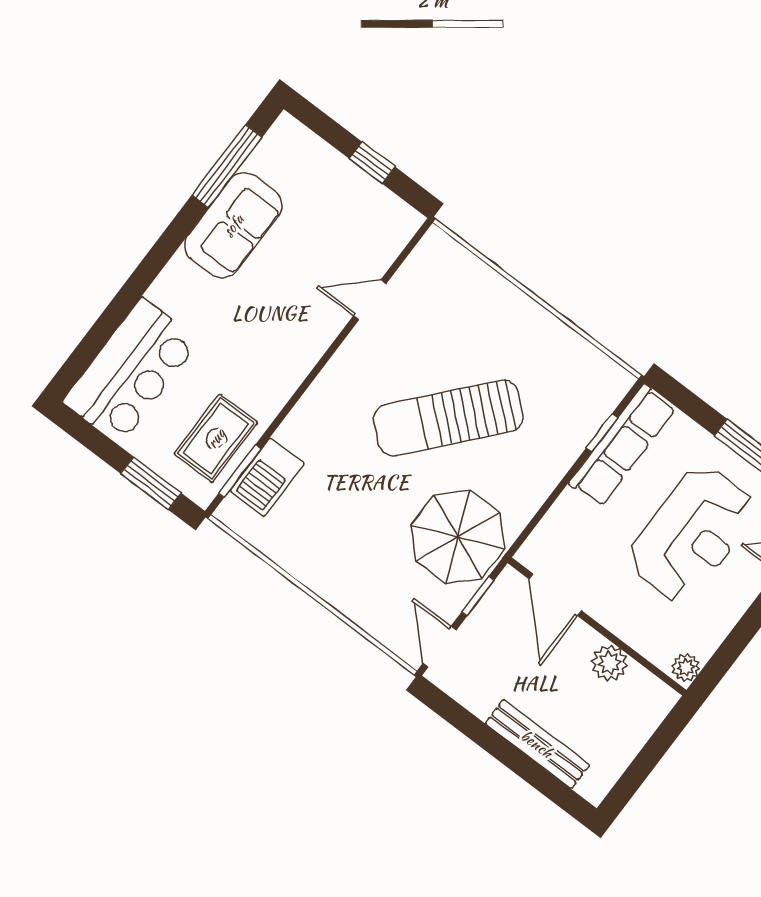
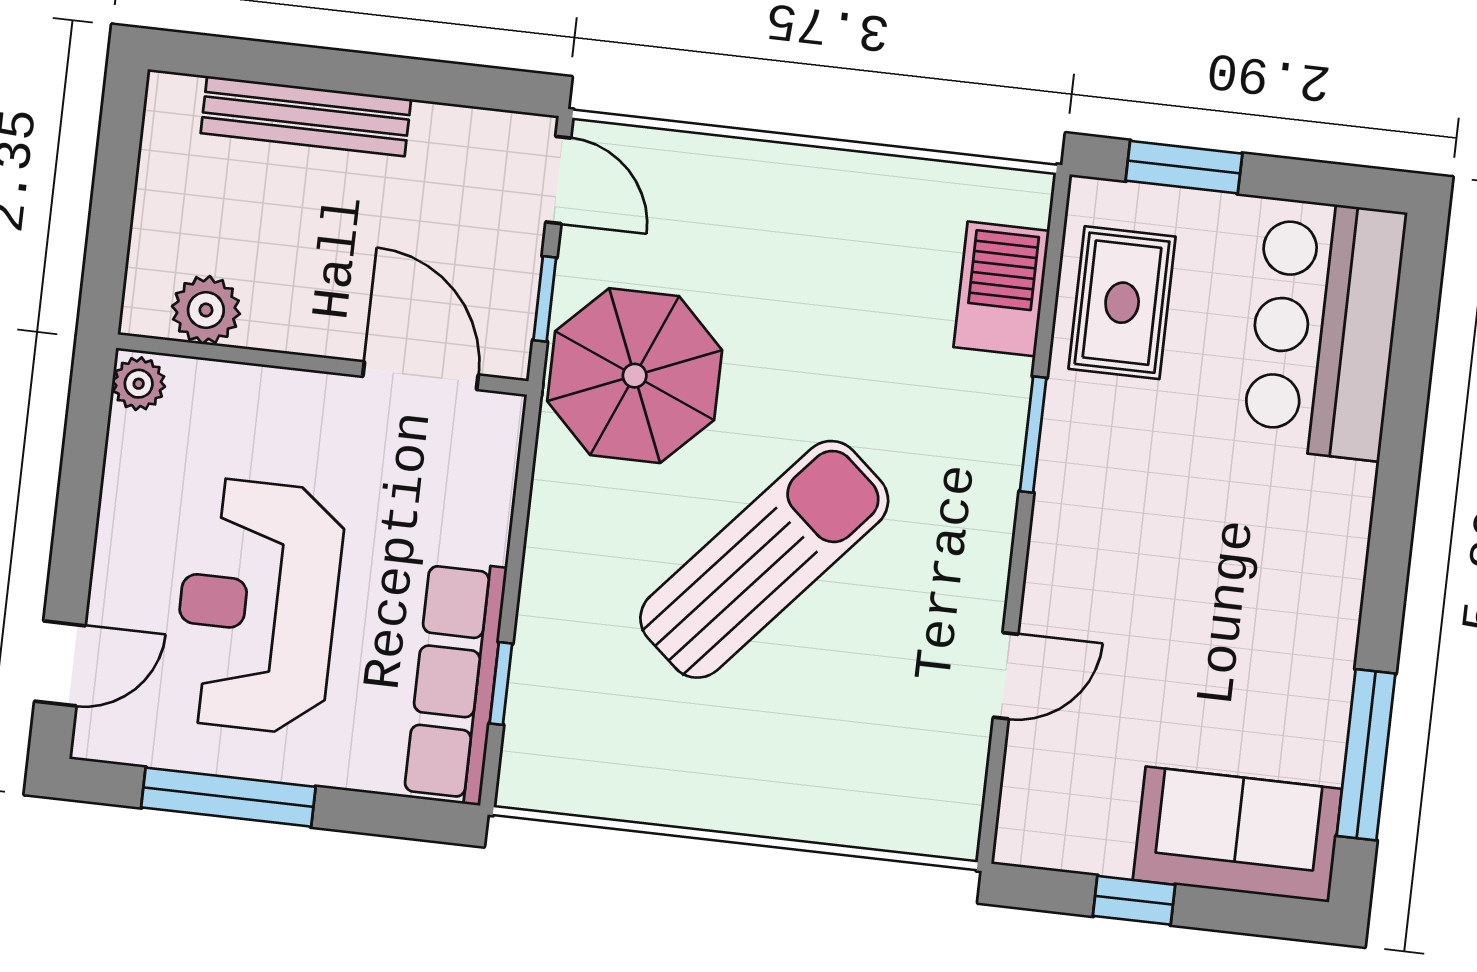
sofa: (233, 225) -> (1237, 834), moved, turned 90
window: (240, 471) -> (1033, 435), moved
plant: (609, 663) -> (206, 310), moved

